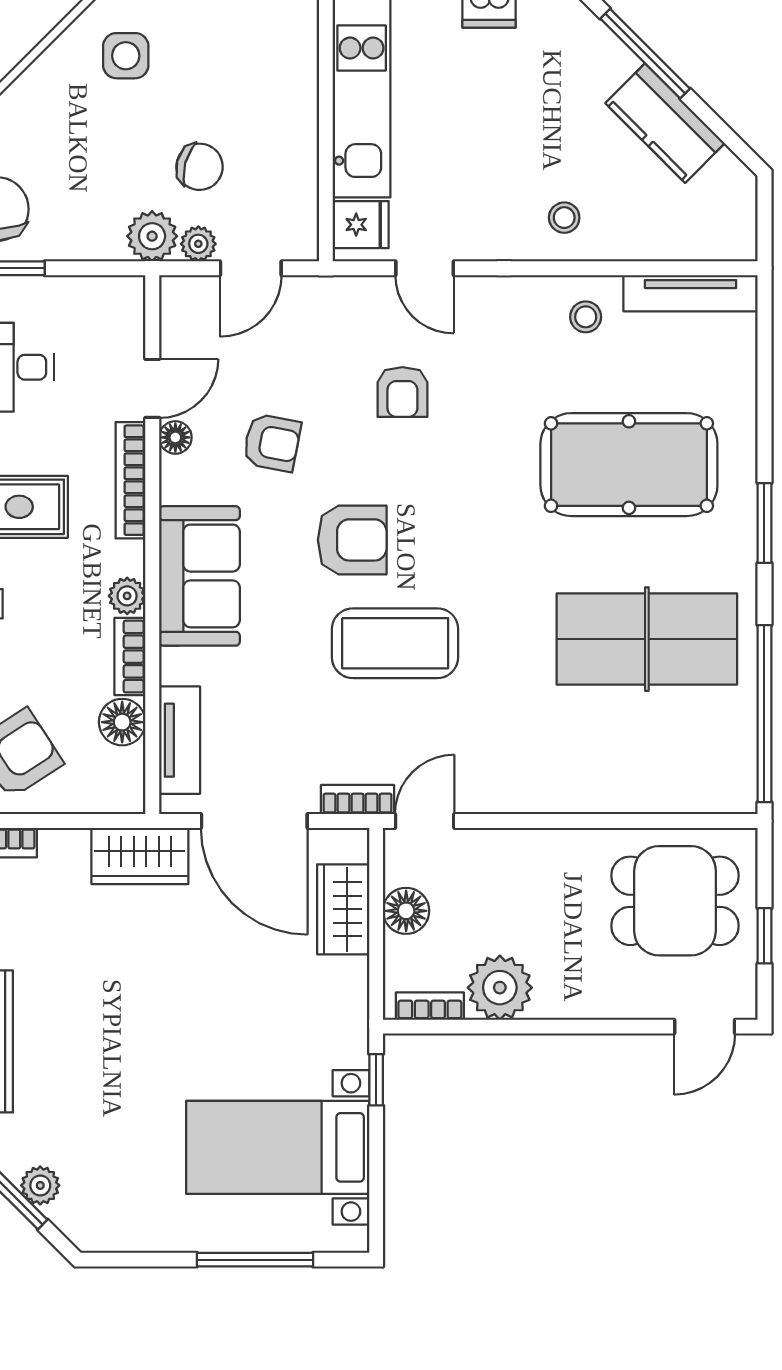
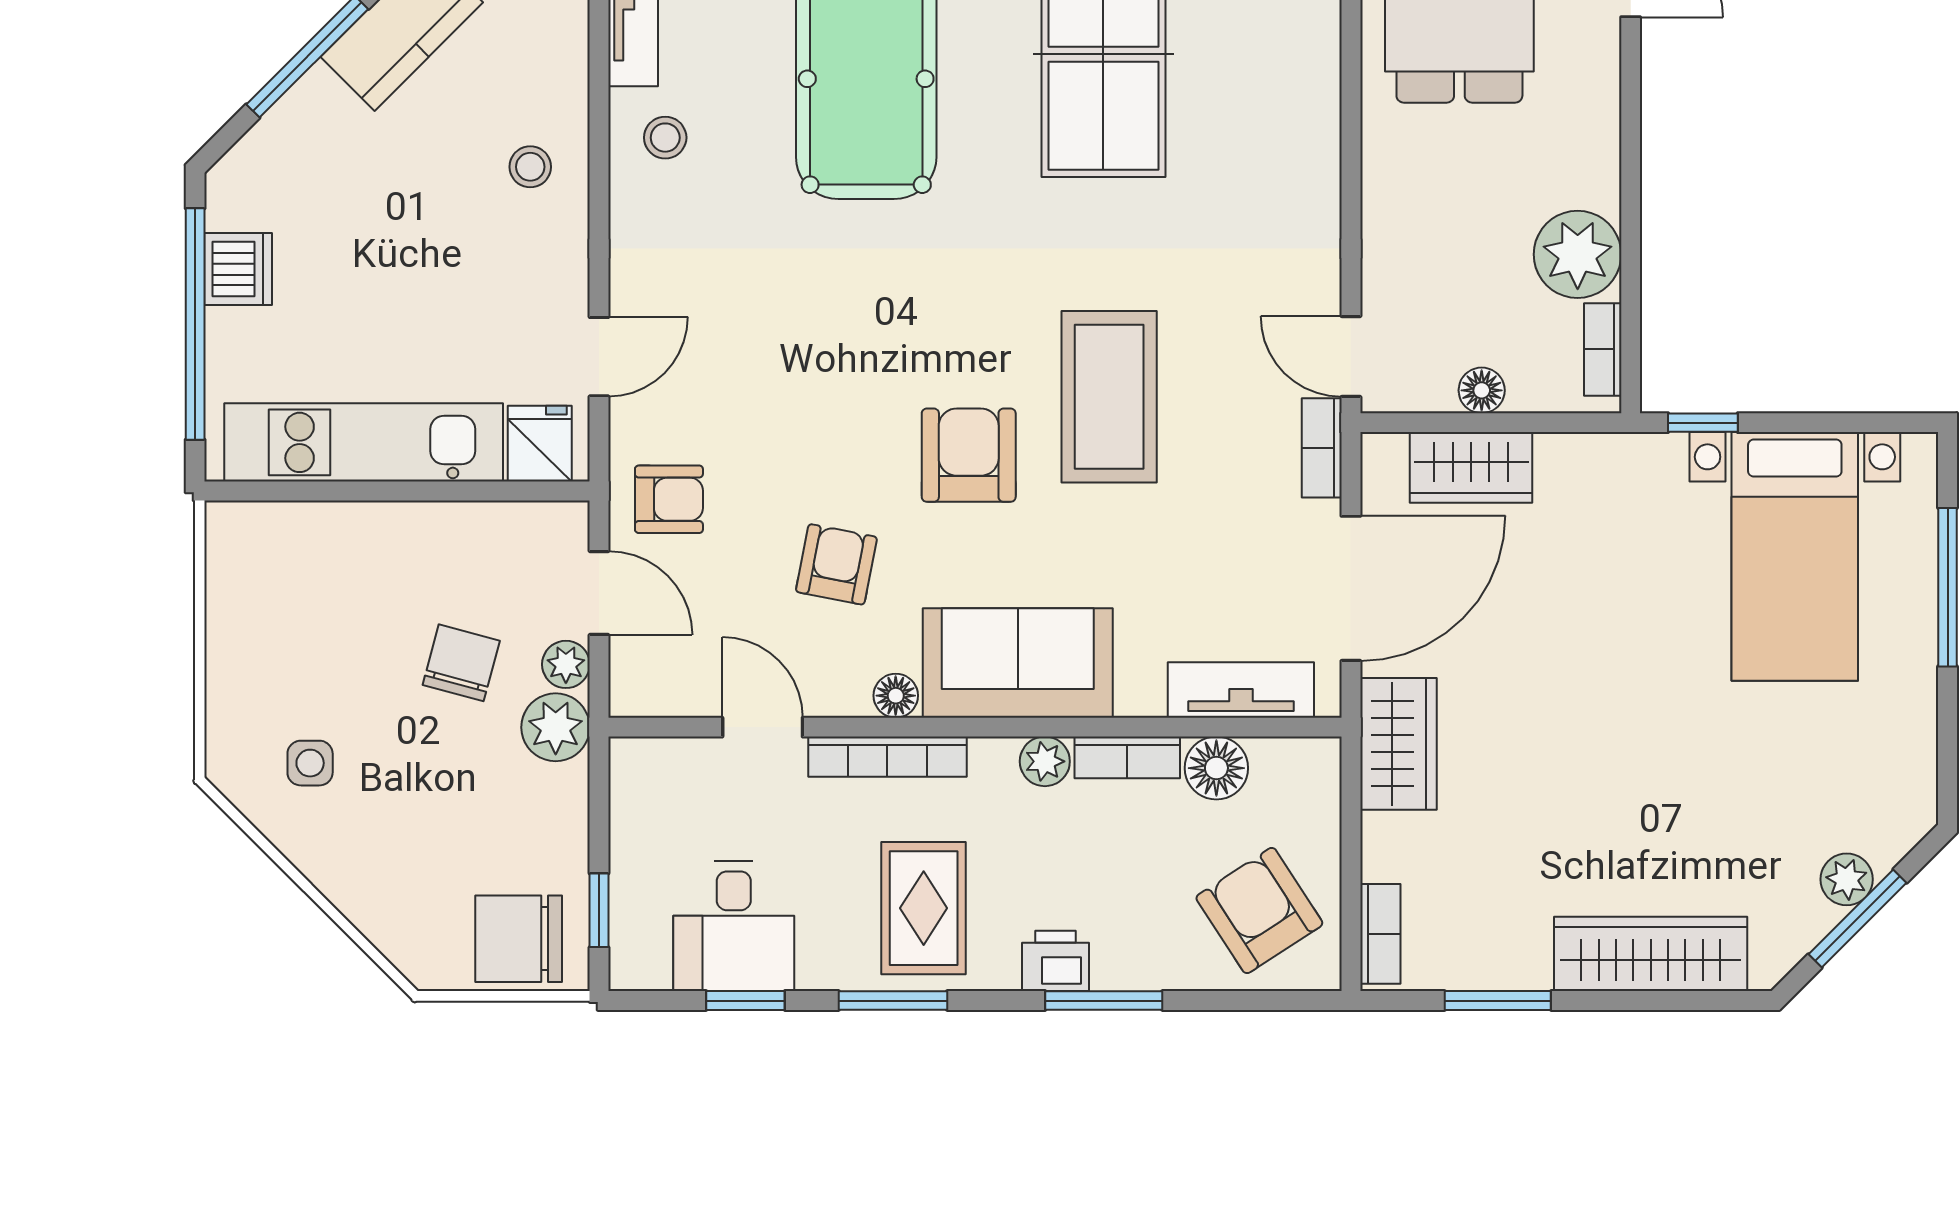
side table: (126, 56) -> (310, 763), width x0.73, depth x0.73
armchair: (402, 392) -> (669, 499), moved
floor lamp: (175, 437) -> (896, 696), moved
floor lamp: (406, 911) -> (1482, 390), width x0.73, depth x0.73

